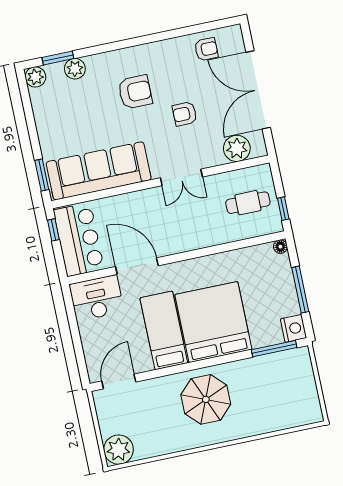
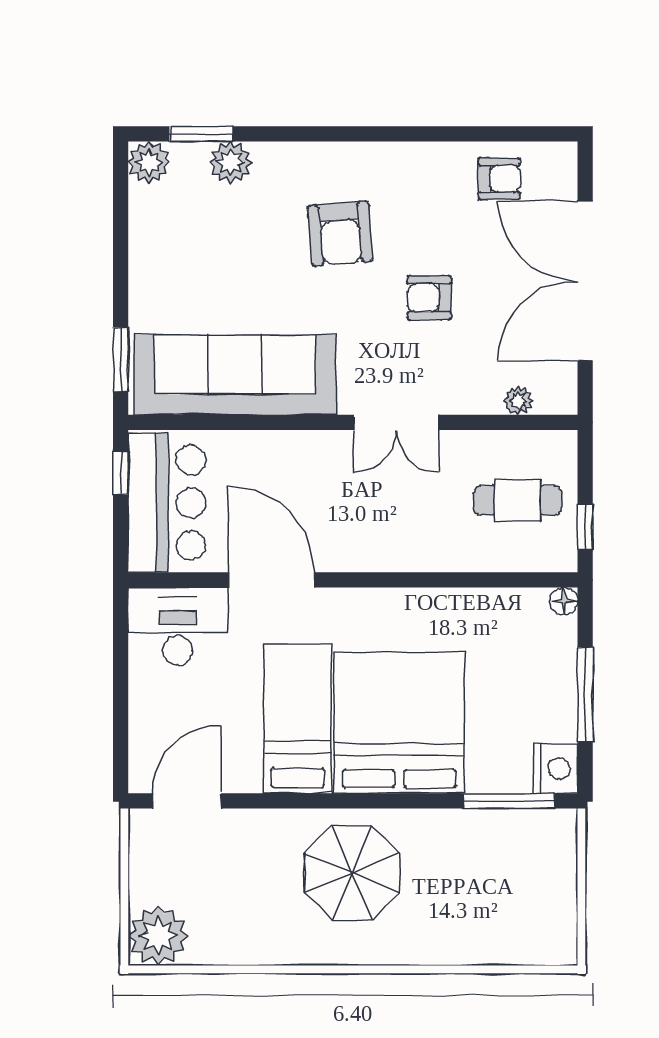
armchair: (135, 92) -> (340, 234), turned 85
plant: (237, 148) -> (518, 401), width x0.53, depth x0.53

